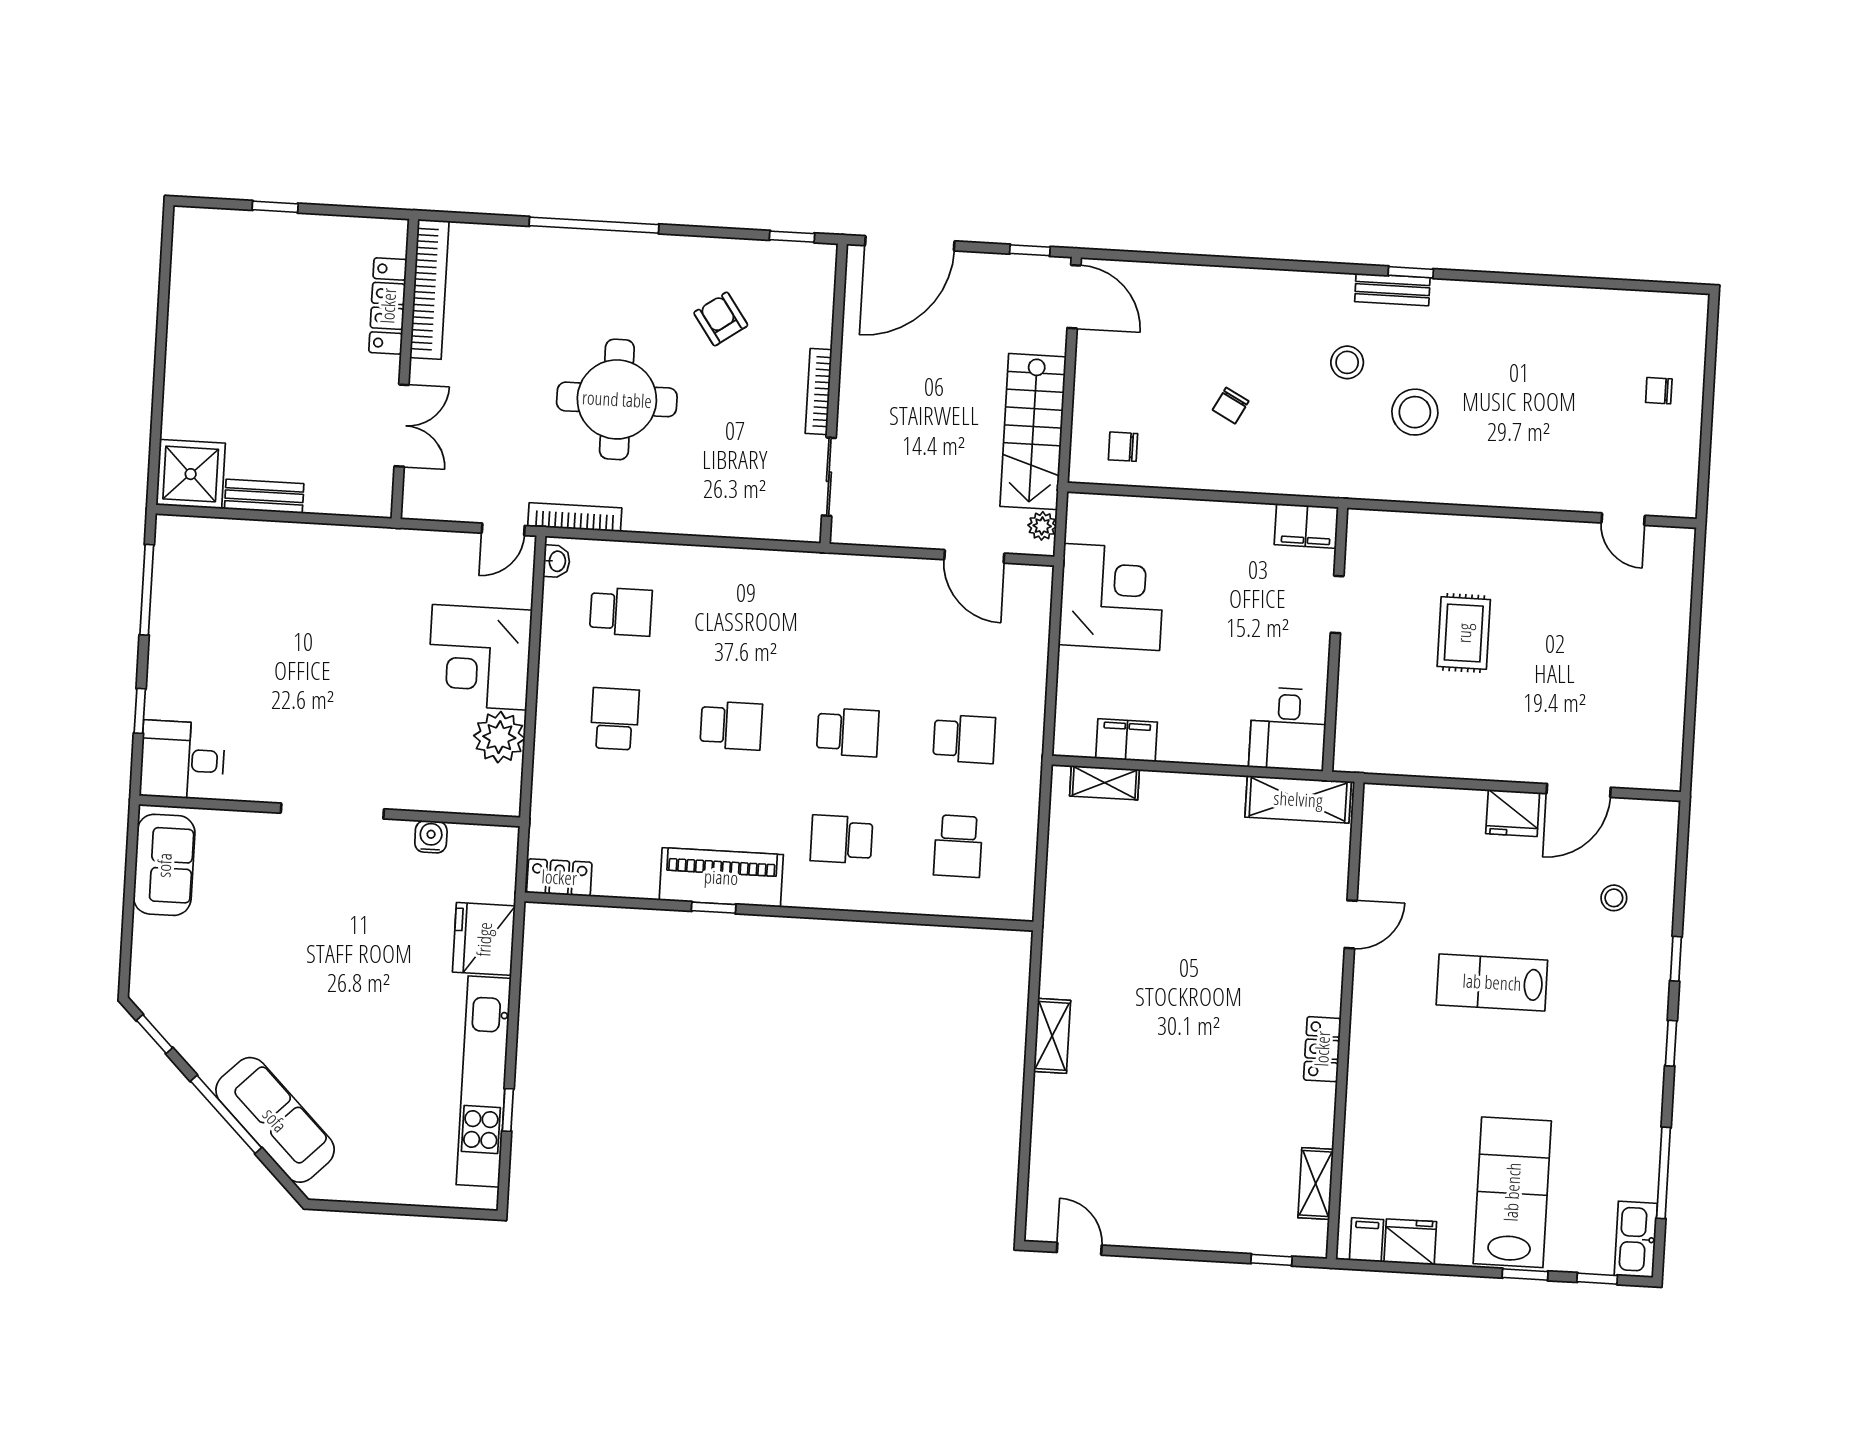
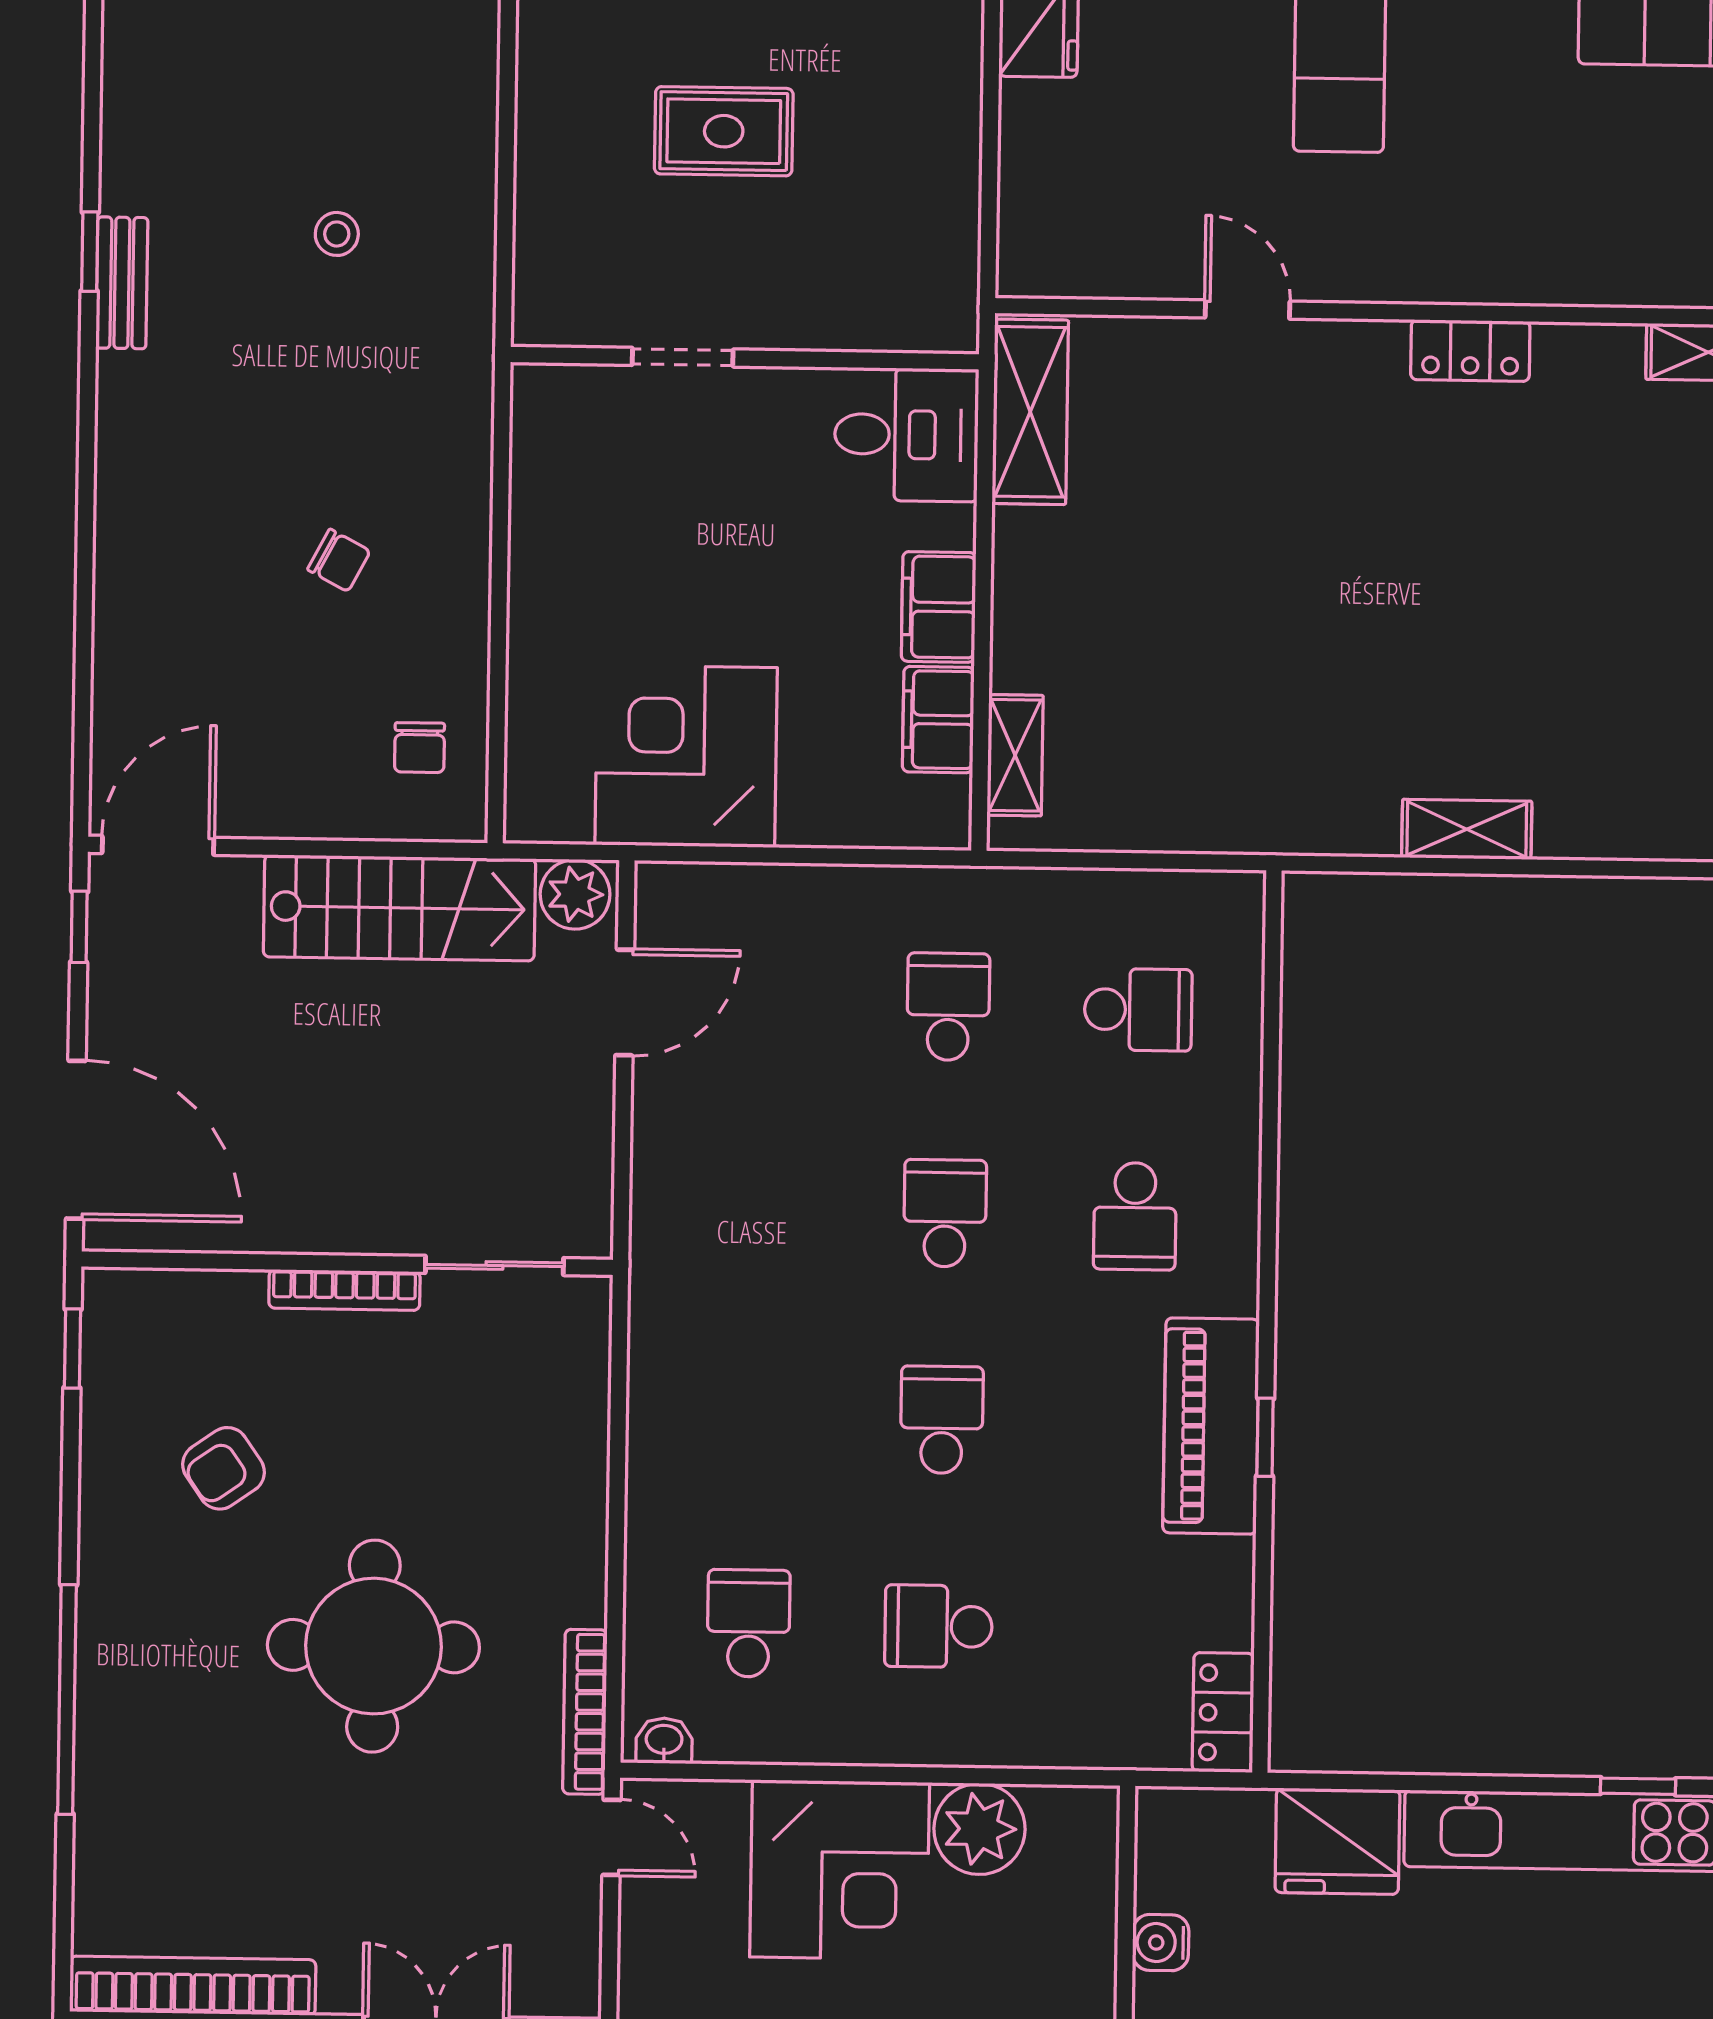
stool: (1347, 362) -> (254, 357), removed
stool: (1415, 412) -> (337, 234), width x0.53, depth x0.53
plant: (1042, 526) -> (575, 894), width x1.38, depth x1.38
filing cabinet: (1306, 526) -> (939, 607), moved, turned 180

